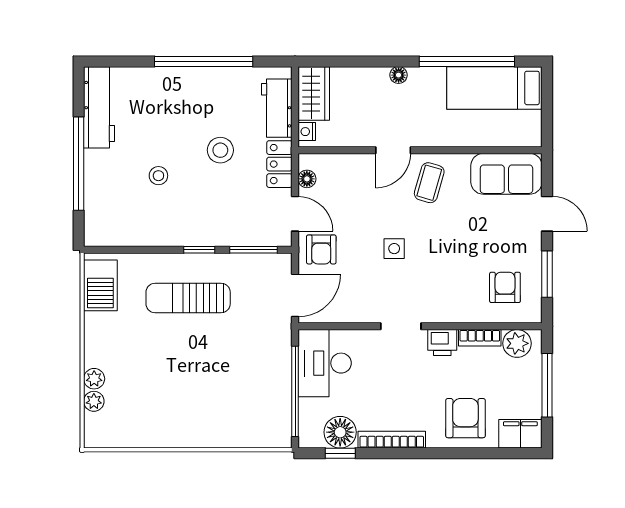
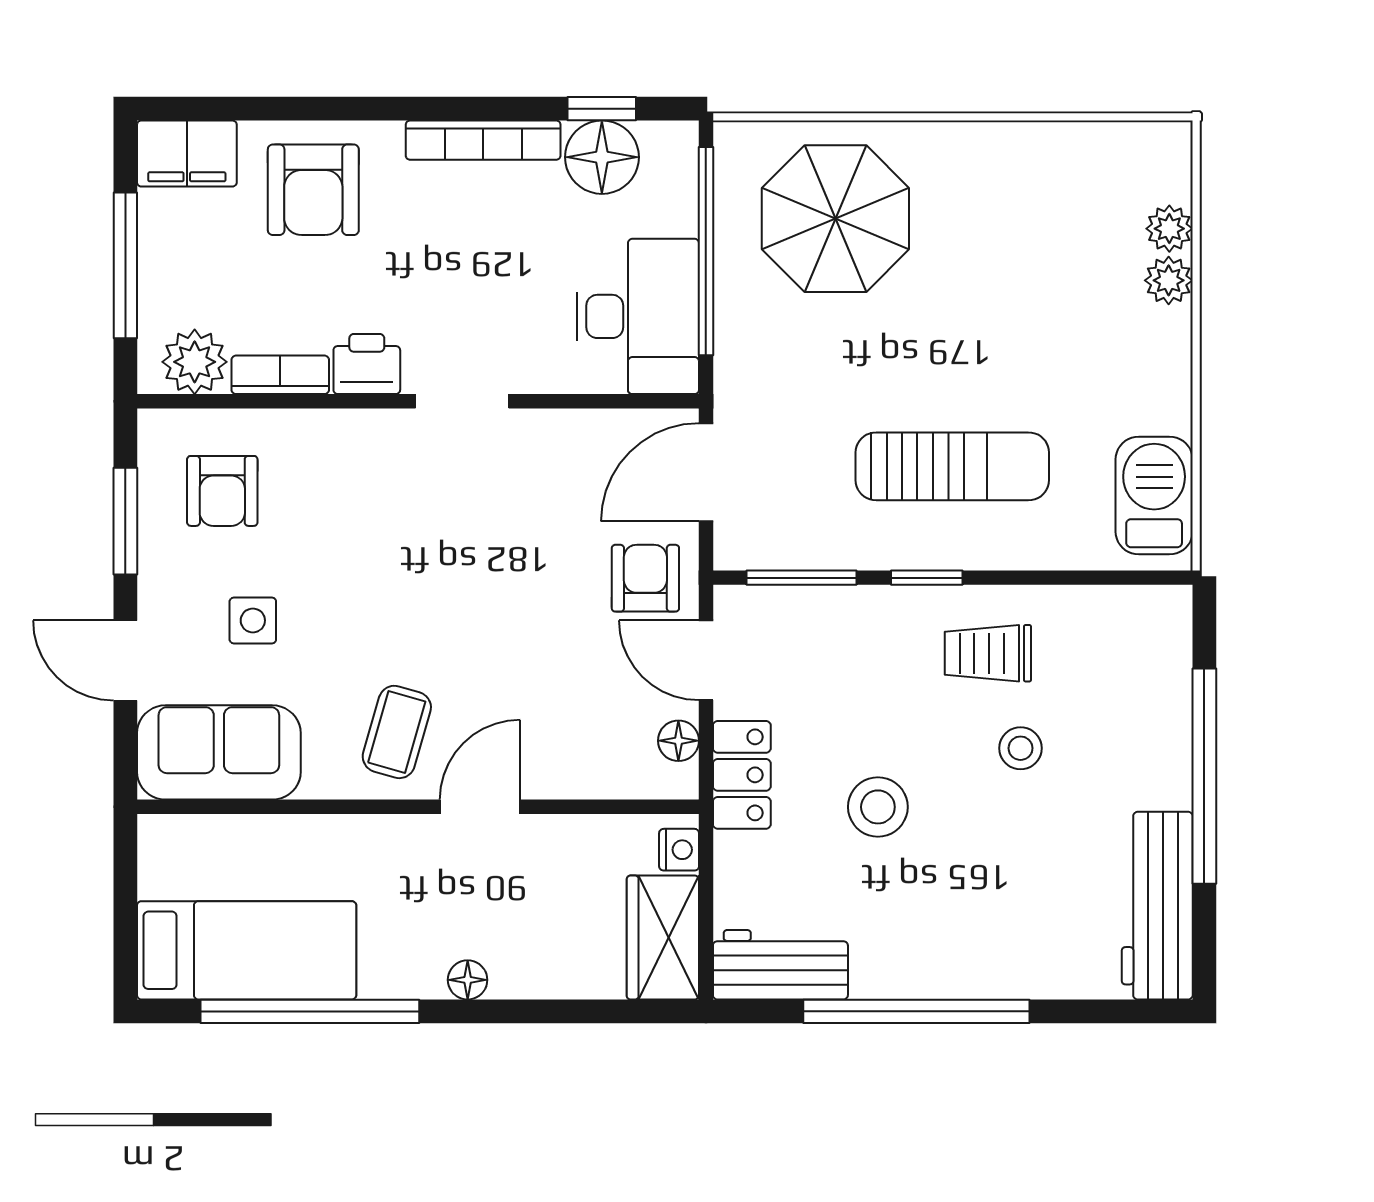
workbench: (277, 108) -> (780, 965), moved, turned -90
trolley: (173, 217) -> (988, 653), added
side table: (394, 249) -> (253, 620), moved
parasol: (239, 406) -> (835, 219), added

